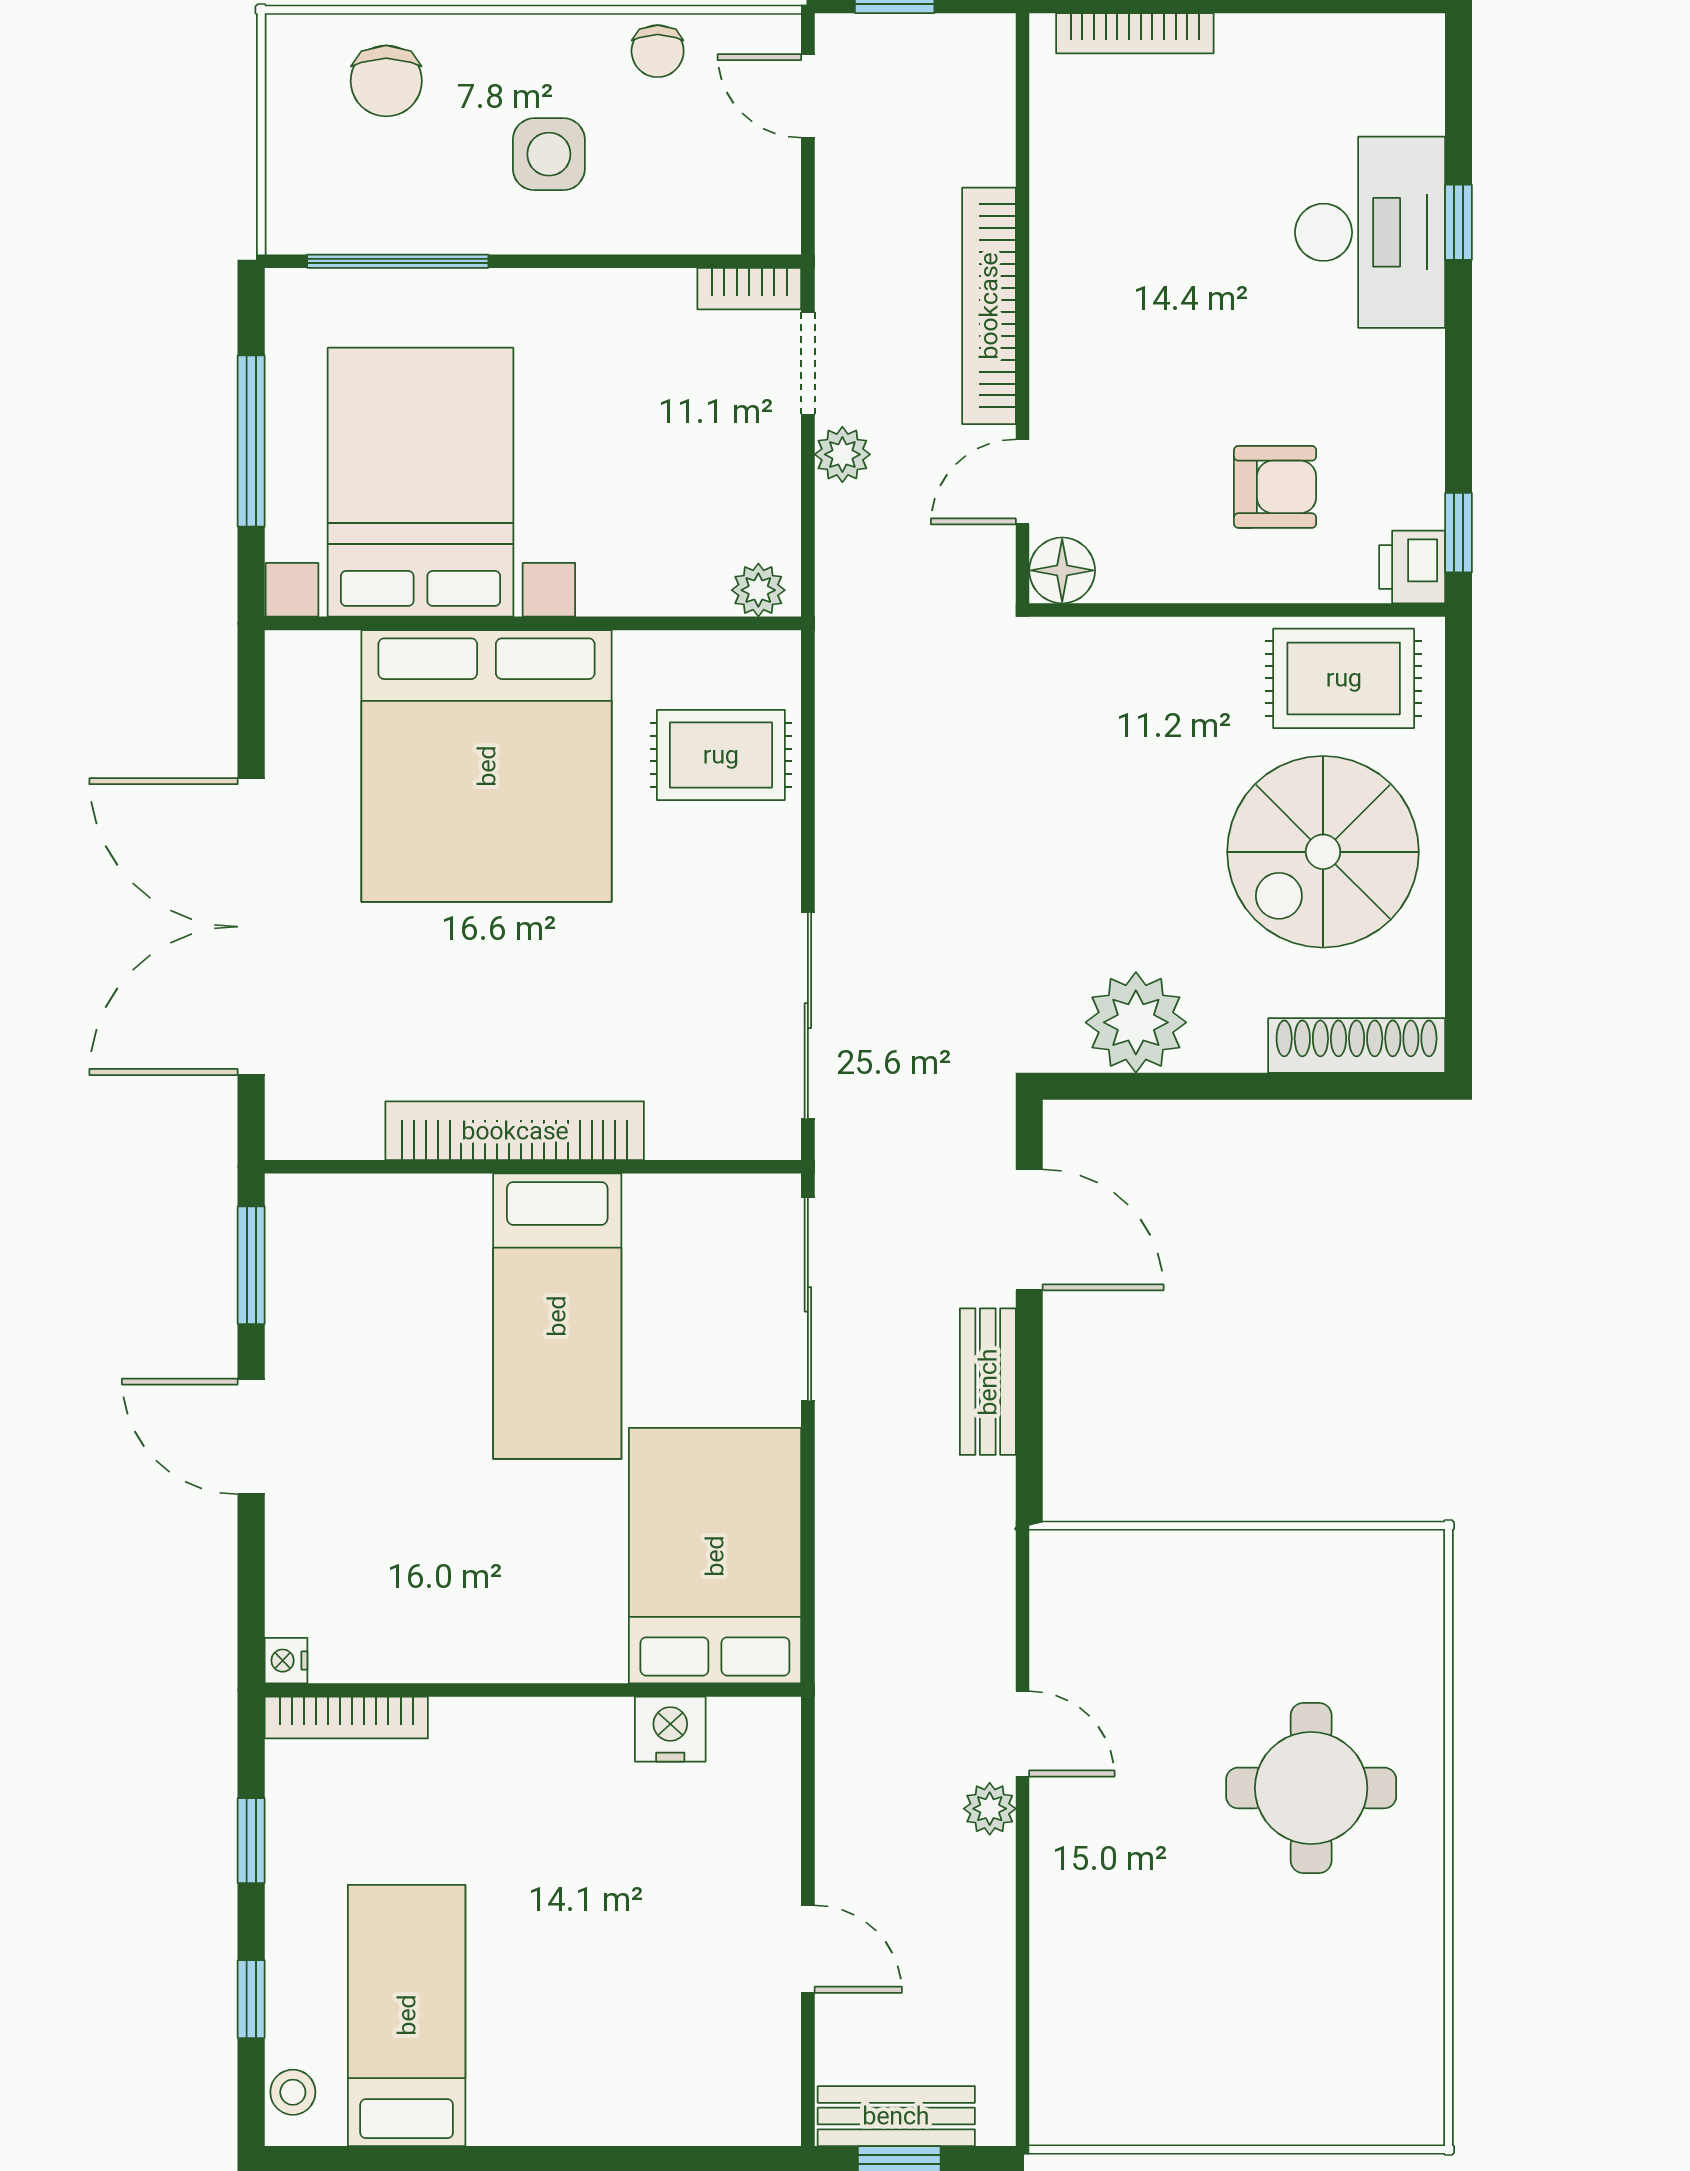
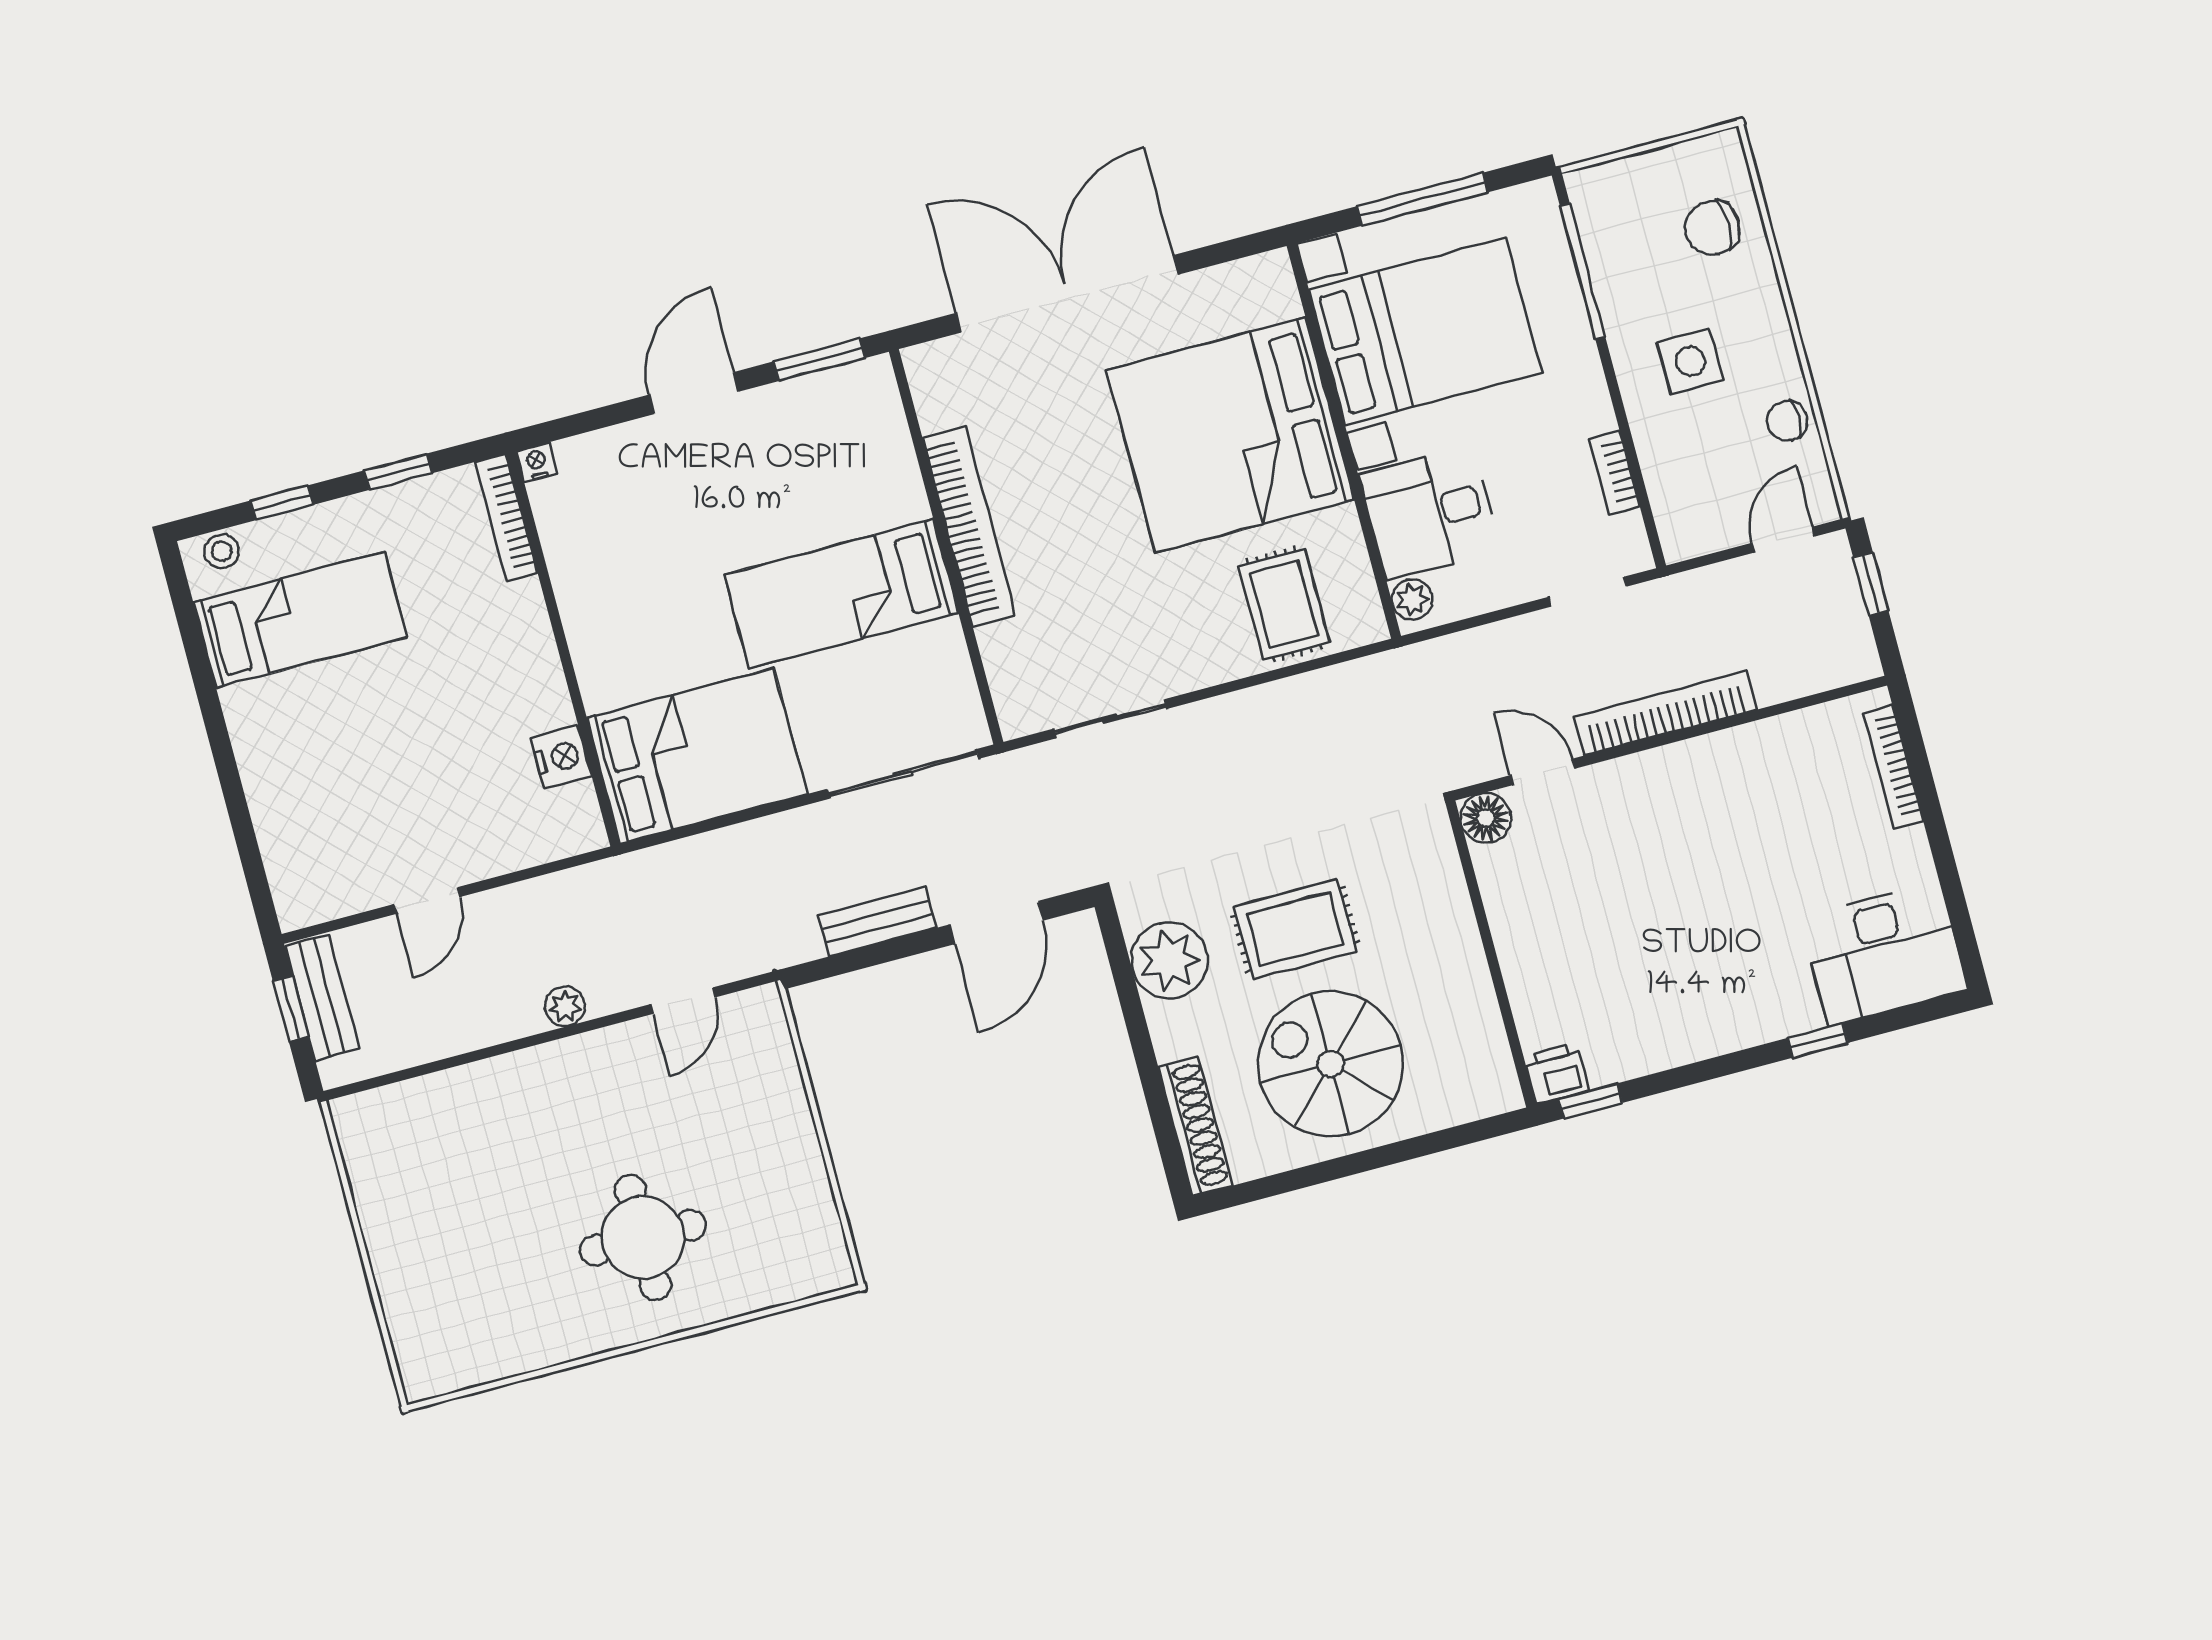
desk: (1370, 232) -> (1884, 954), moved
bookcase: (749, 289) -> (1615, 473), moved
plant: (842, 454) -> (1528, 635), removed
armchair: (1275, 487) -> (1588, 958), removed
desk: (653, 538) -> (1430, 513), added
rug: (1344, 678) -> (1295, 929), moved, turned 90
sliding door: (808, 1016) -> (1110, 719), width x0.73
door: (1023, 1734) -> (683, 1001), moved

